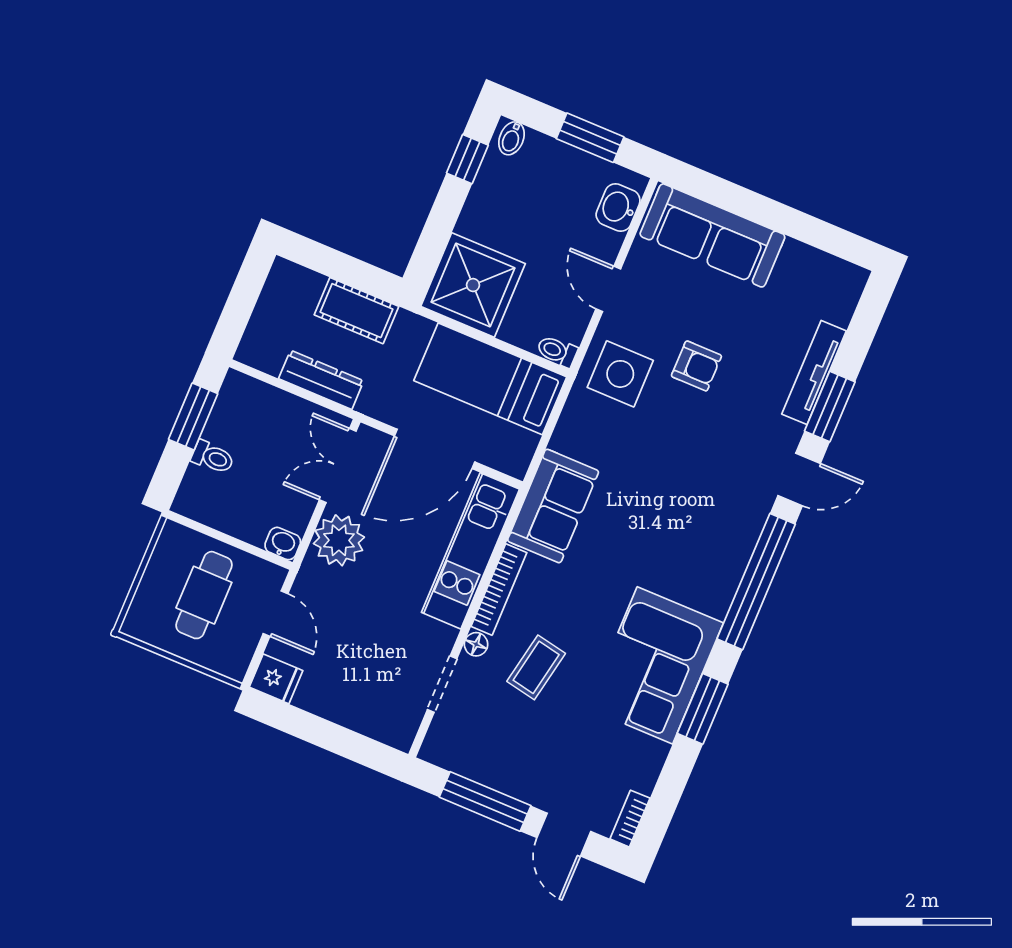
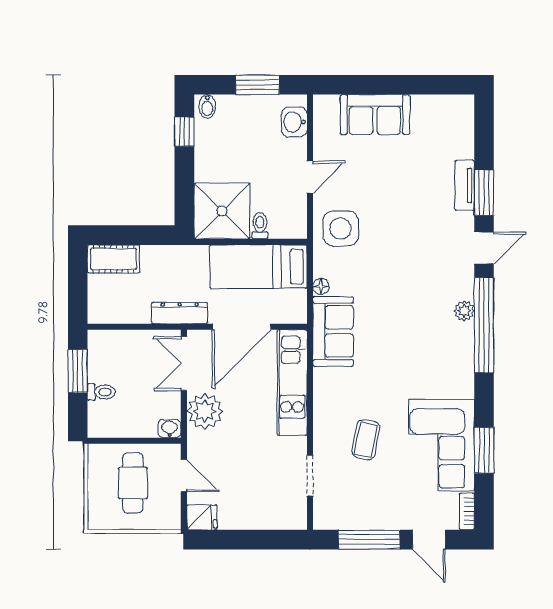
sofa: (712, 235) -> (375, 115), width x0.73
door: (608, 289) -> (310, 177), swing flipped
cot: (356, 311) -> (113, 259), moved
toilet: (557, 351) -> (260, 226), moved, turned 90
armchair: (696, 366) -> (387, 203), removed
tv unit: (814, 372) -> (465, 185), width x0.71
dresser: (321, 380) -> (180, 313), moved
plant: (738, 552) -> (464, 311), added
bookcase: (499, 590) -> (321, 400), removed
floor lamp: (476, 644) -> (321, 286), moved
corner sofa: (655, 665) -> (442, 445), moved
window: (703, 709) -> (484, 450), moved

